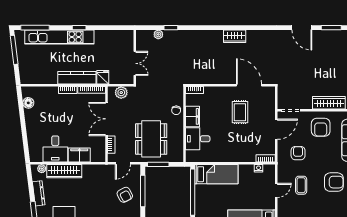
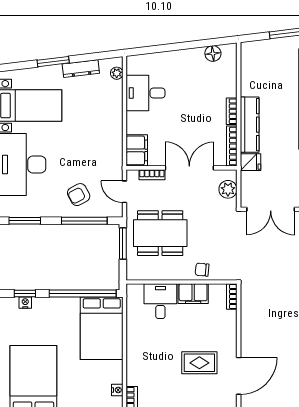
double door: (135, 63) -> (271, 209), width x1.37
filing cabinet: (79, 155) -> (137, 150), moved
wardrobe: (64, 171) -> (113, 106), removed
bed: (216, 174) -> (102, 328), width x1.50

